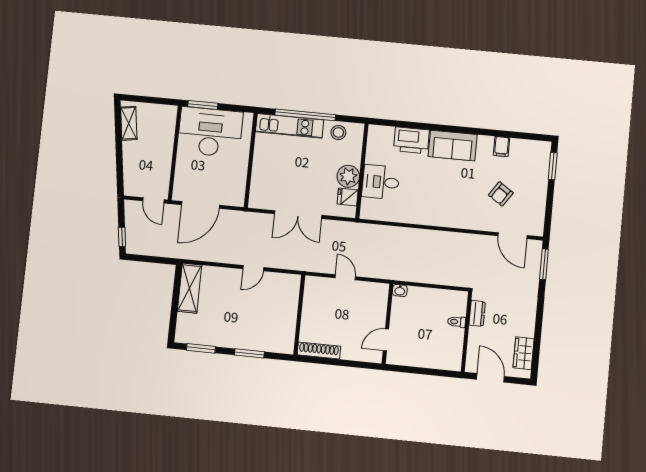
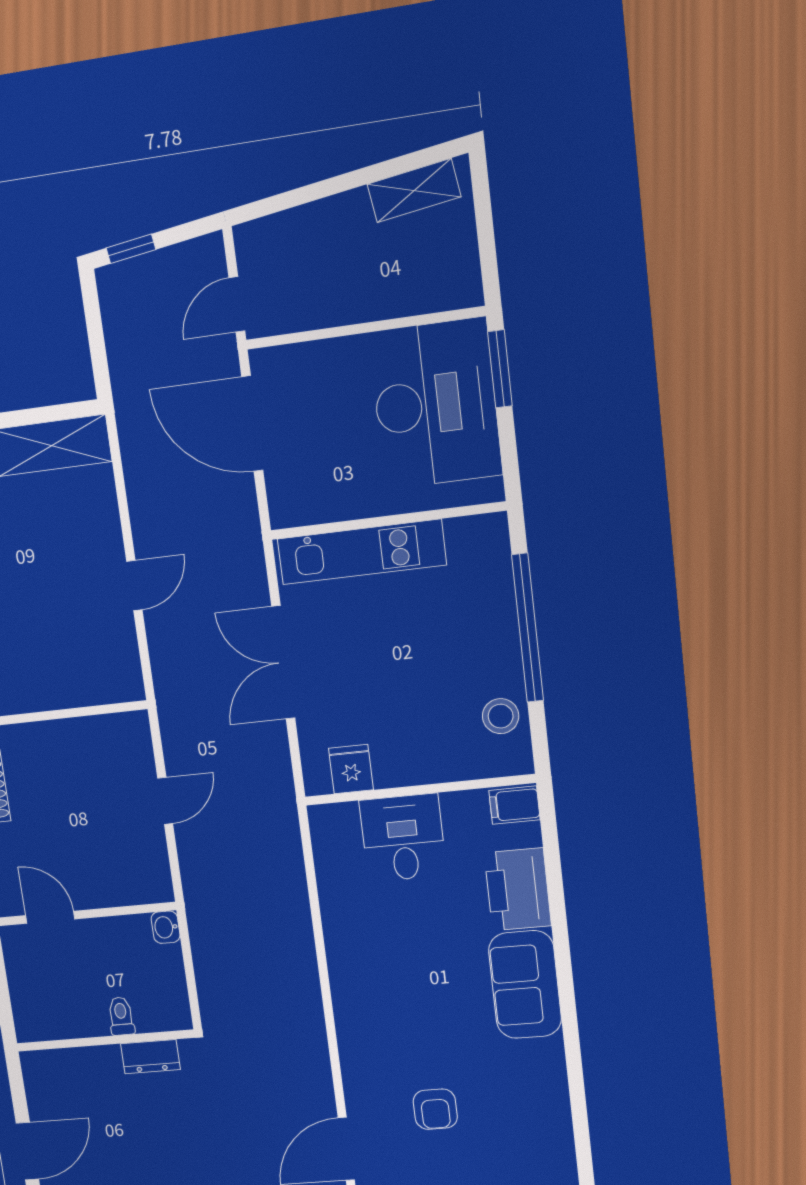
kitchen unit: (290, 126) -> (362, 552), moved, turned -90
filing cabinet: (501, 147) -> (514, 805), moved
plant: (348, 176) -> (400, 761), removed
armchair: (501, 194) -> (435, 1109), turned -124
door: (253, 268) -> (134, 585), swing flipped
dresser: (477, 313) -> (150, 1057), moved
toilet: (457, 322) -> (121, 1016), moved
wall: (466, 332) -> (105, 1041), moved

